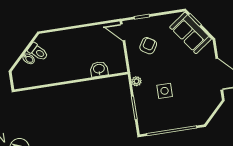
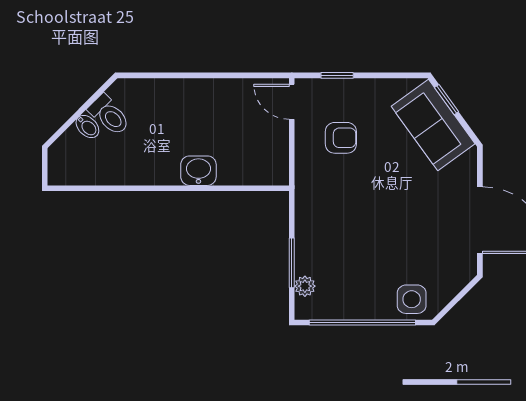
armchair: (148, 46) -> (341, 138), turned 58
washbasin: (99, 69) -> (198, 171), moved
plant: (136, 81) -> (305, 286), moved
side table: (165, 91) -> (412, 299), moved

